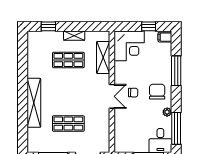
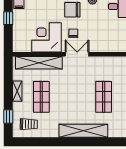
corner desk: (129, 46) -> (47, 37), moved, turned -90
trolley: (41, 47) -> (29, 124), added
shelving: (103, 57) -> (39, 63), width x1.47

